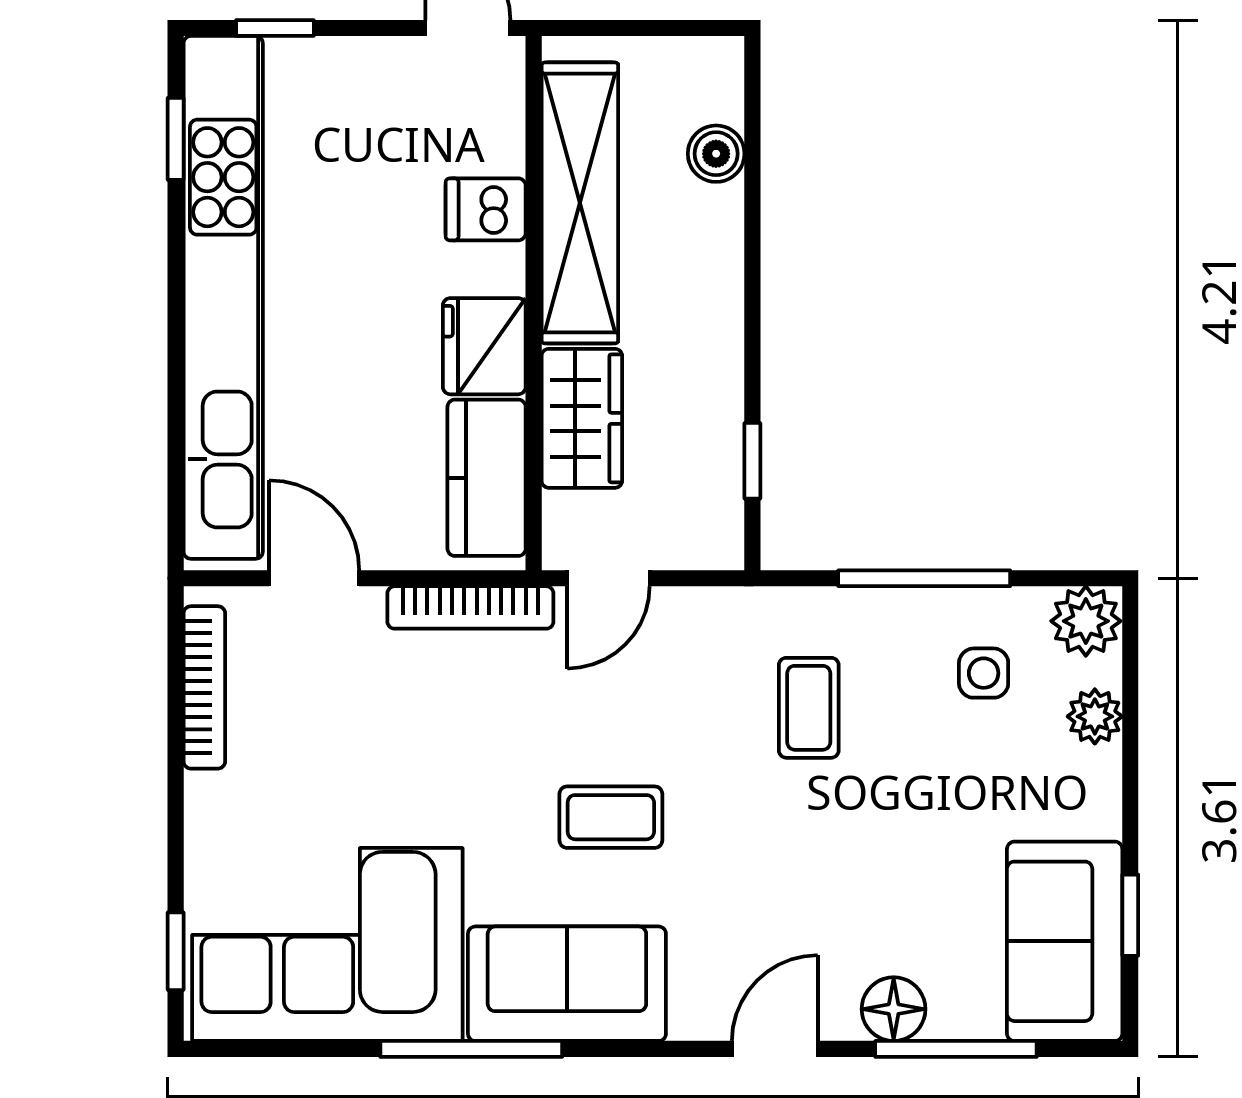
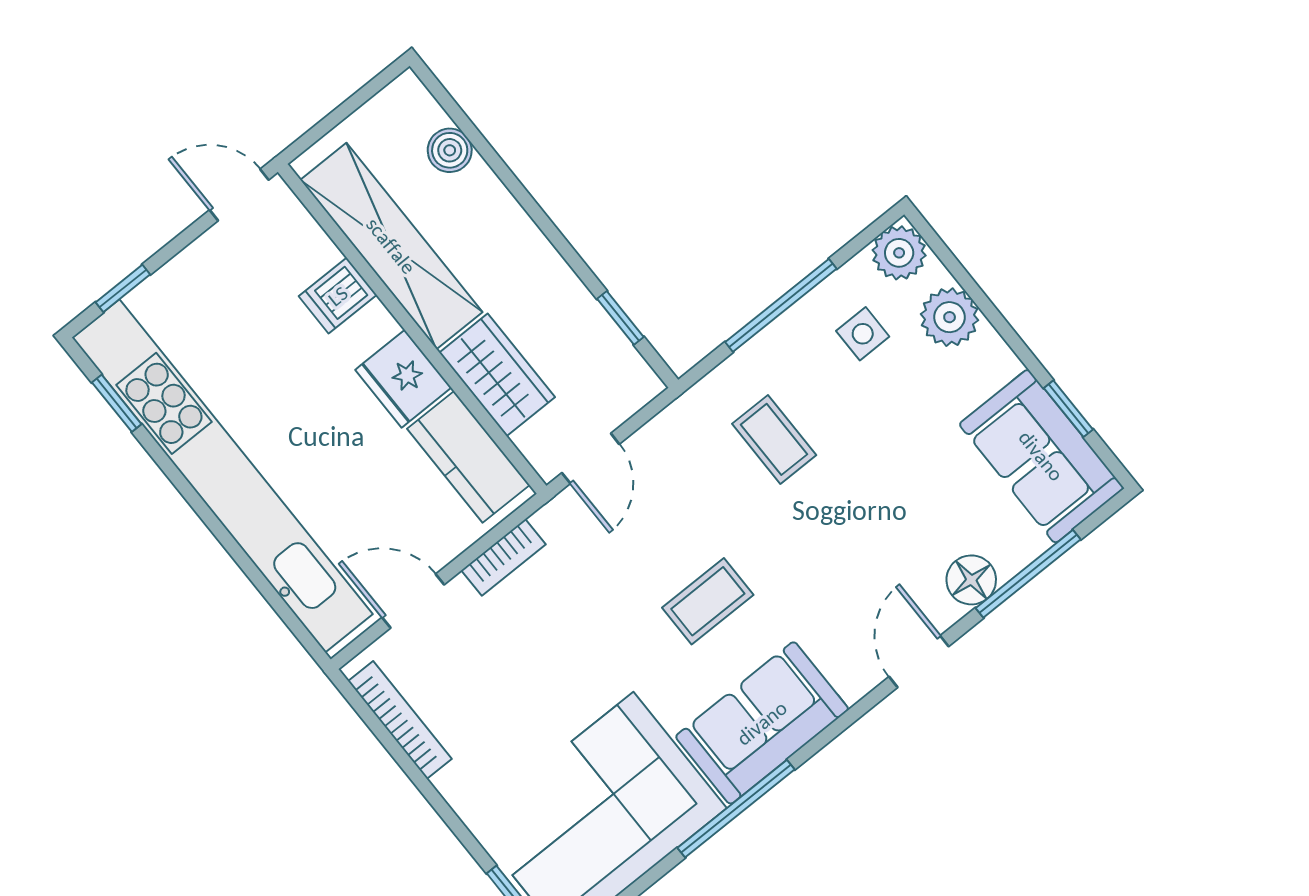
bookcase: (470, 607) -> (503, 557), width x0.64
plant: (1095, 716) -> (950, 317), width x1.38, depth x1.38

